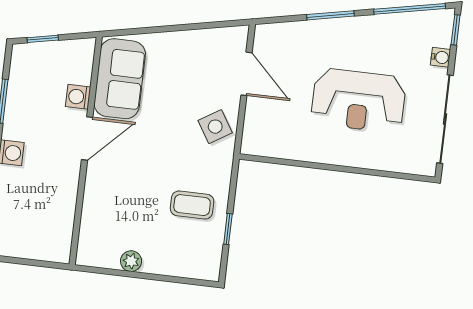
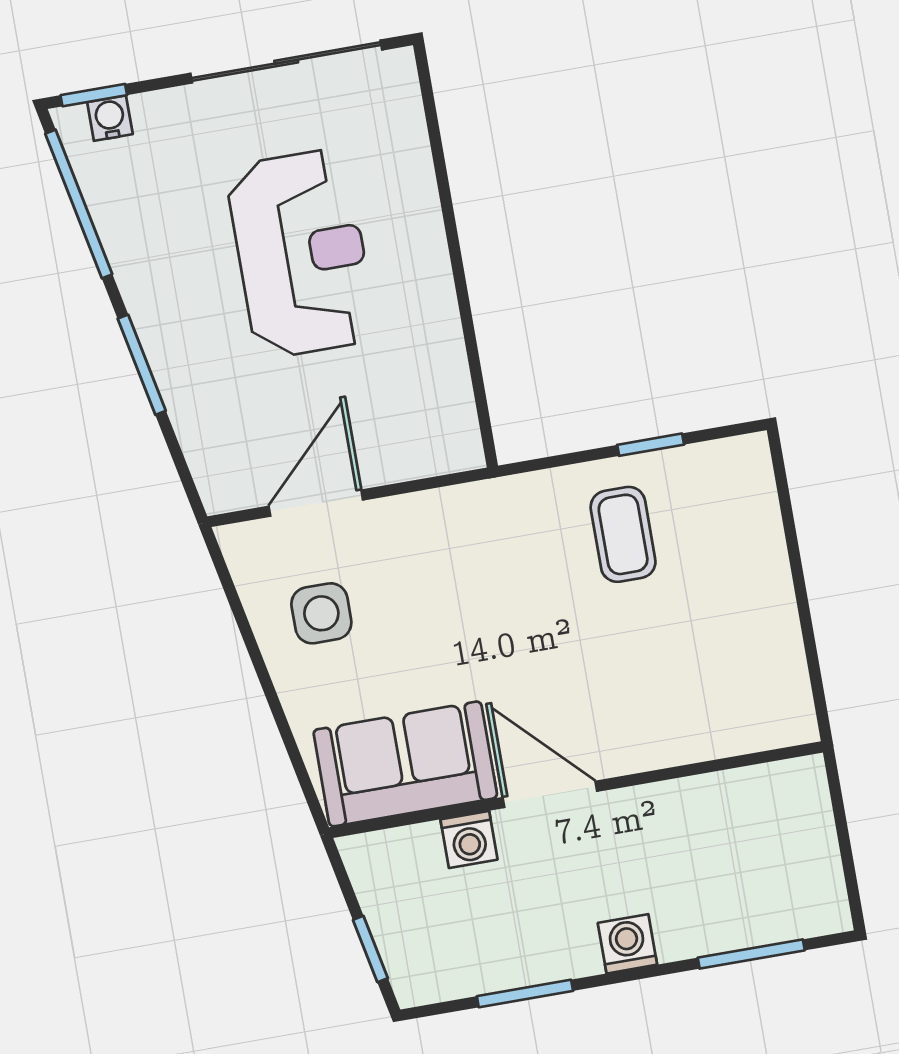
water cooler: (441, 57) -> (110, 118), moved
side table: (215, 127) -> (321, 613), moved, turned 32
plant: (131, 261) -> (778, 626), removed

